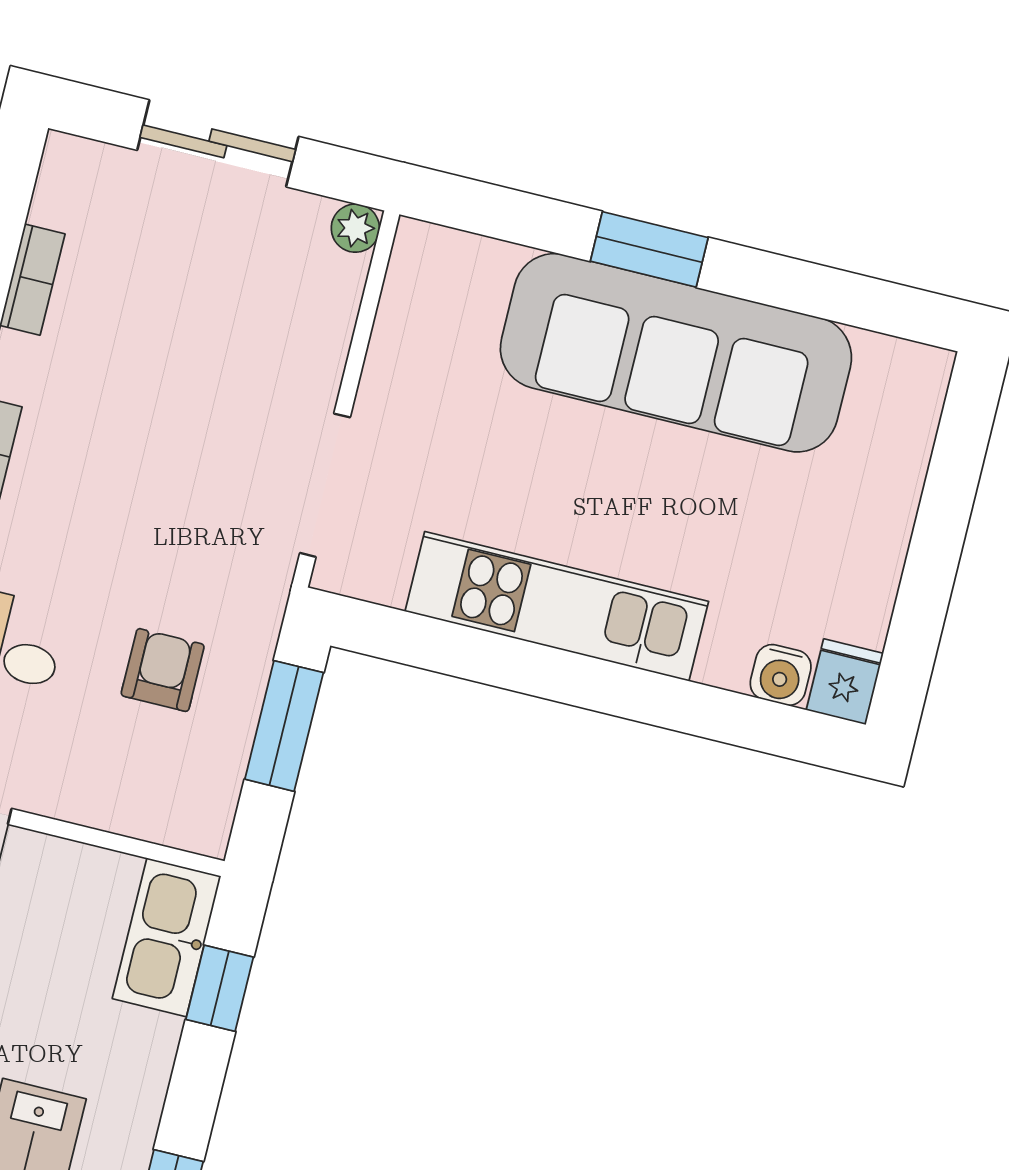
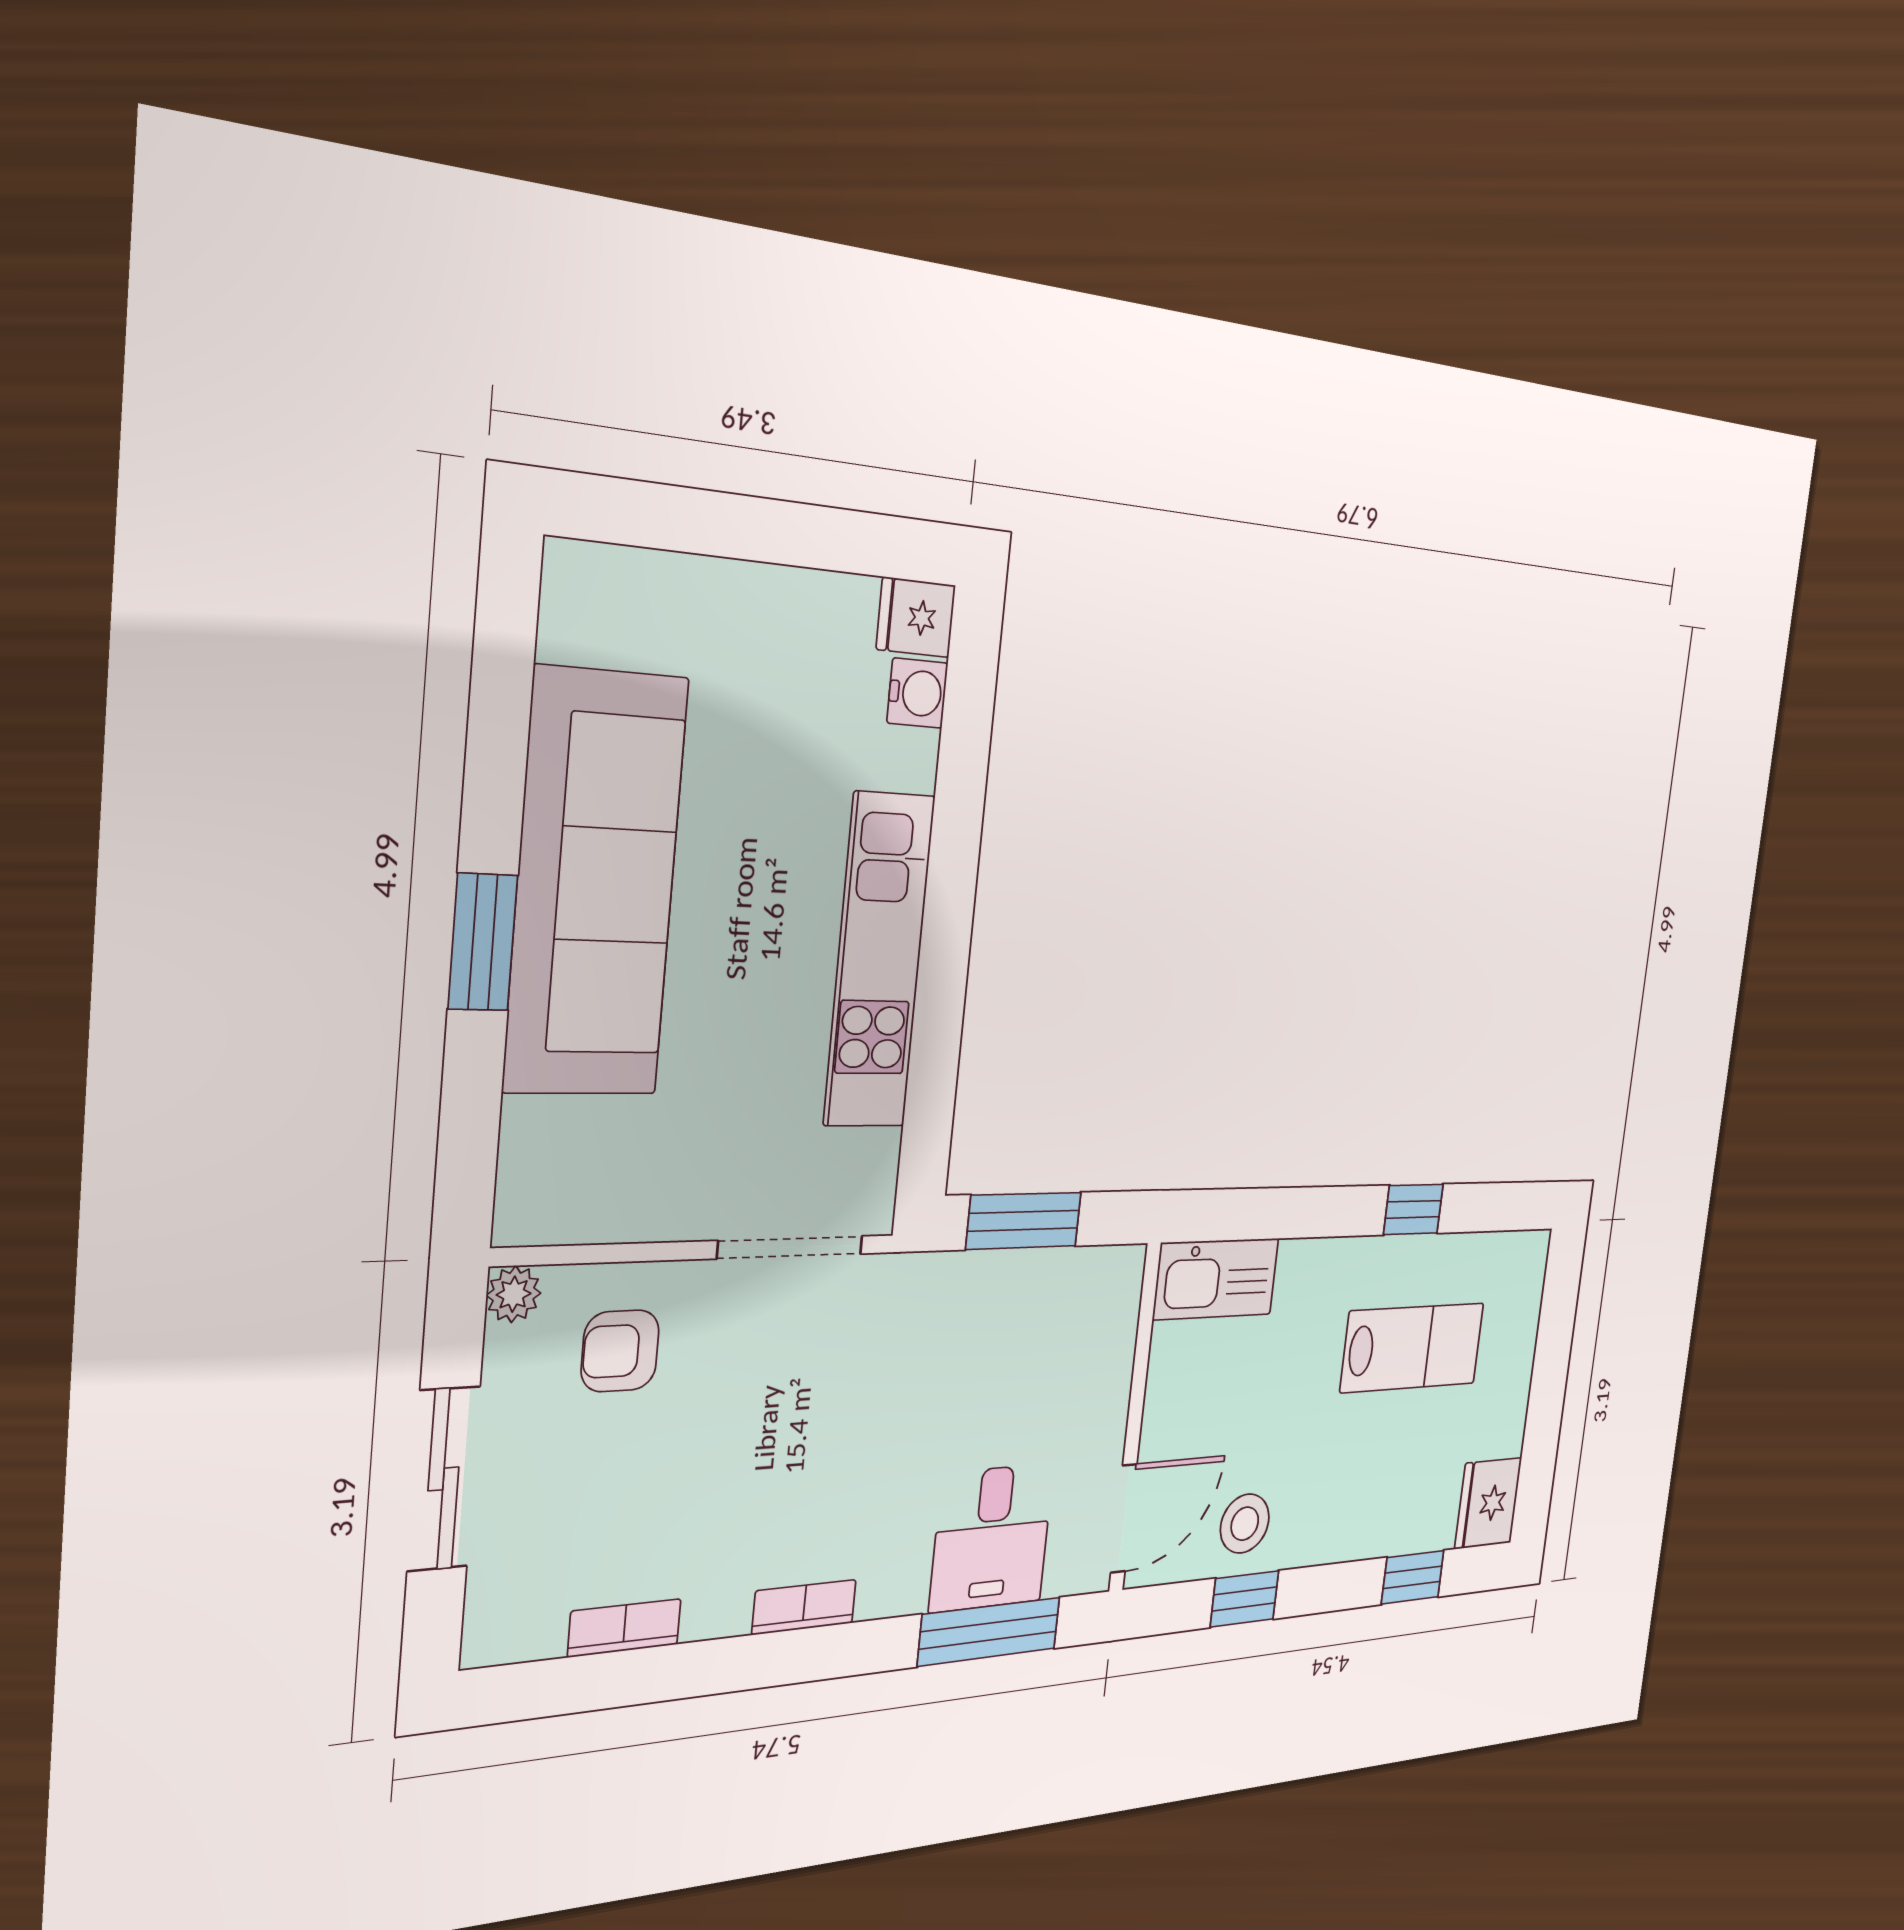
armchair: (163, 670) -> (620, 1351), moved
window: (220, 988) -> (1253, 1214), removed

